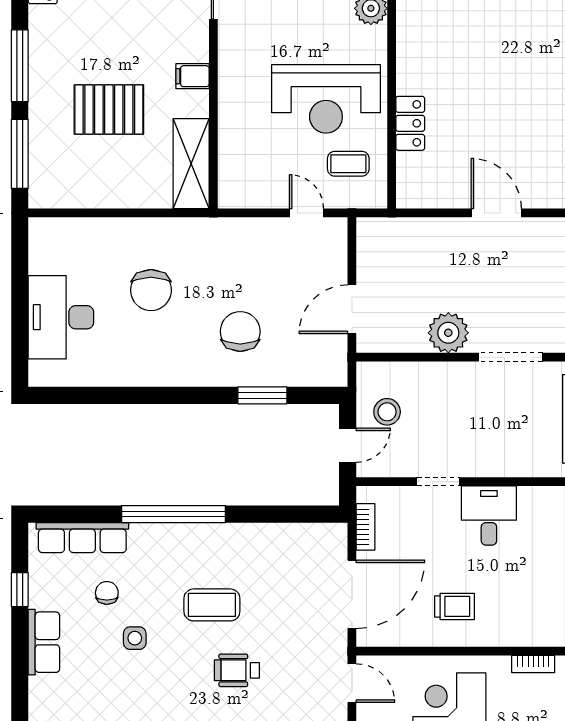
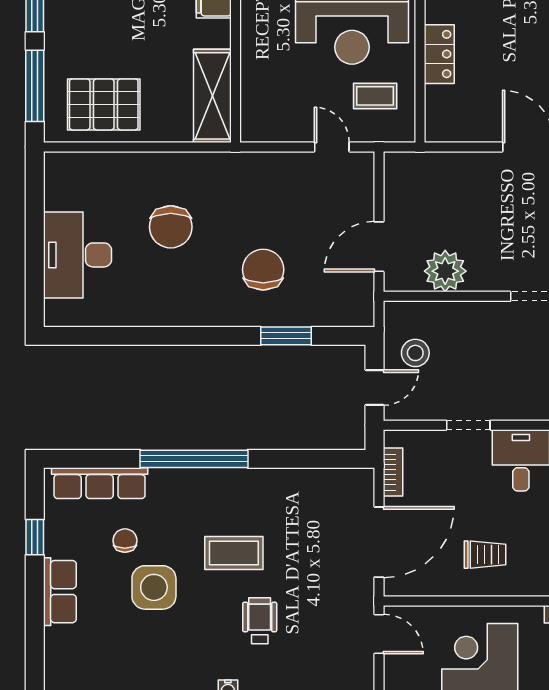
pallet: (109, 109) -> (104, 104), moved
plant: (448, 333) -> (445, 271), moved
side table: (135, 638) -> (154, 587), width x1.87, depth x1.87
wheelchair: (237, 670) -> (260, 621), turned 90

